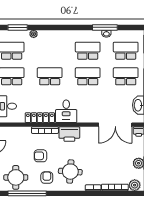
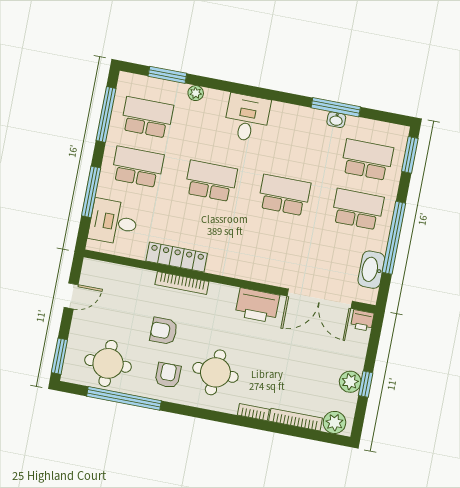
school desk: (88, 51) -> (294, 146), removed
desk: (66, 111) -> (247, 118), moved, turned 180
printer: (69, 134) -> (257, 305), moved

